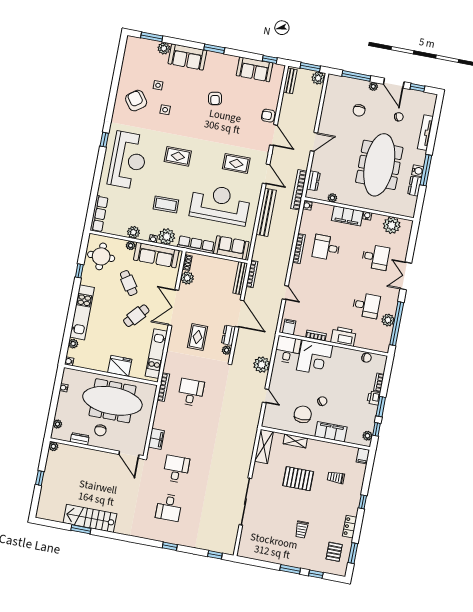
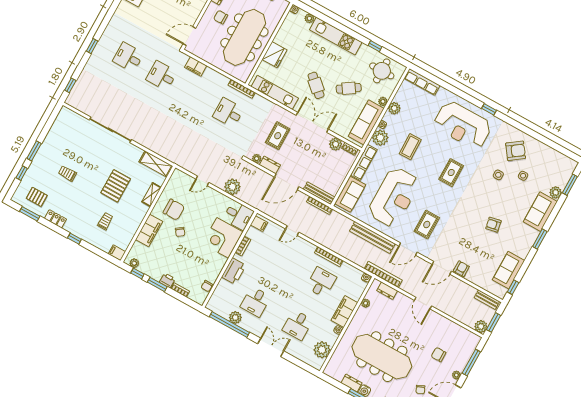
rug: (198, 337) -> (278, 136), turned 90
desk: (191, 392) -> (228, 113), turned 180
desk: (176, 469) -> (162, 76), turned 180

